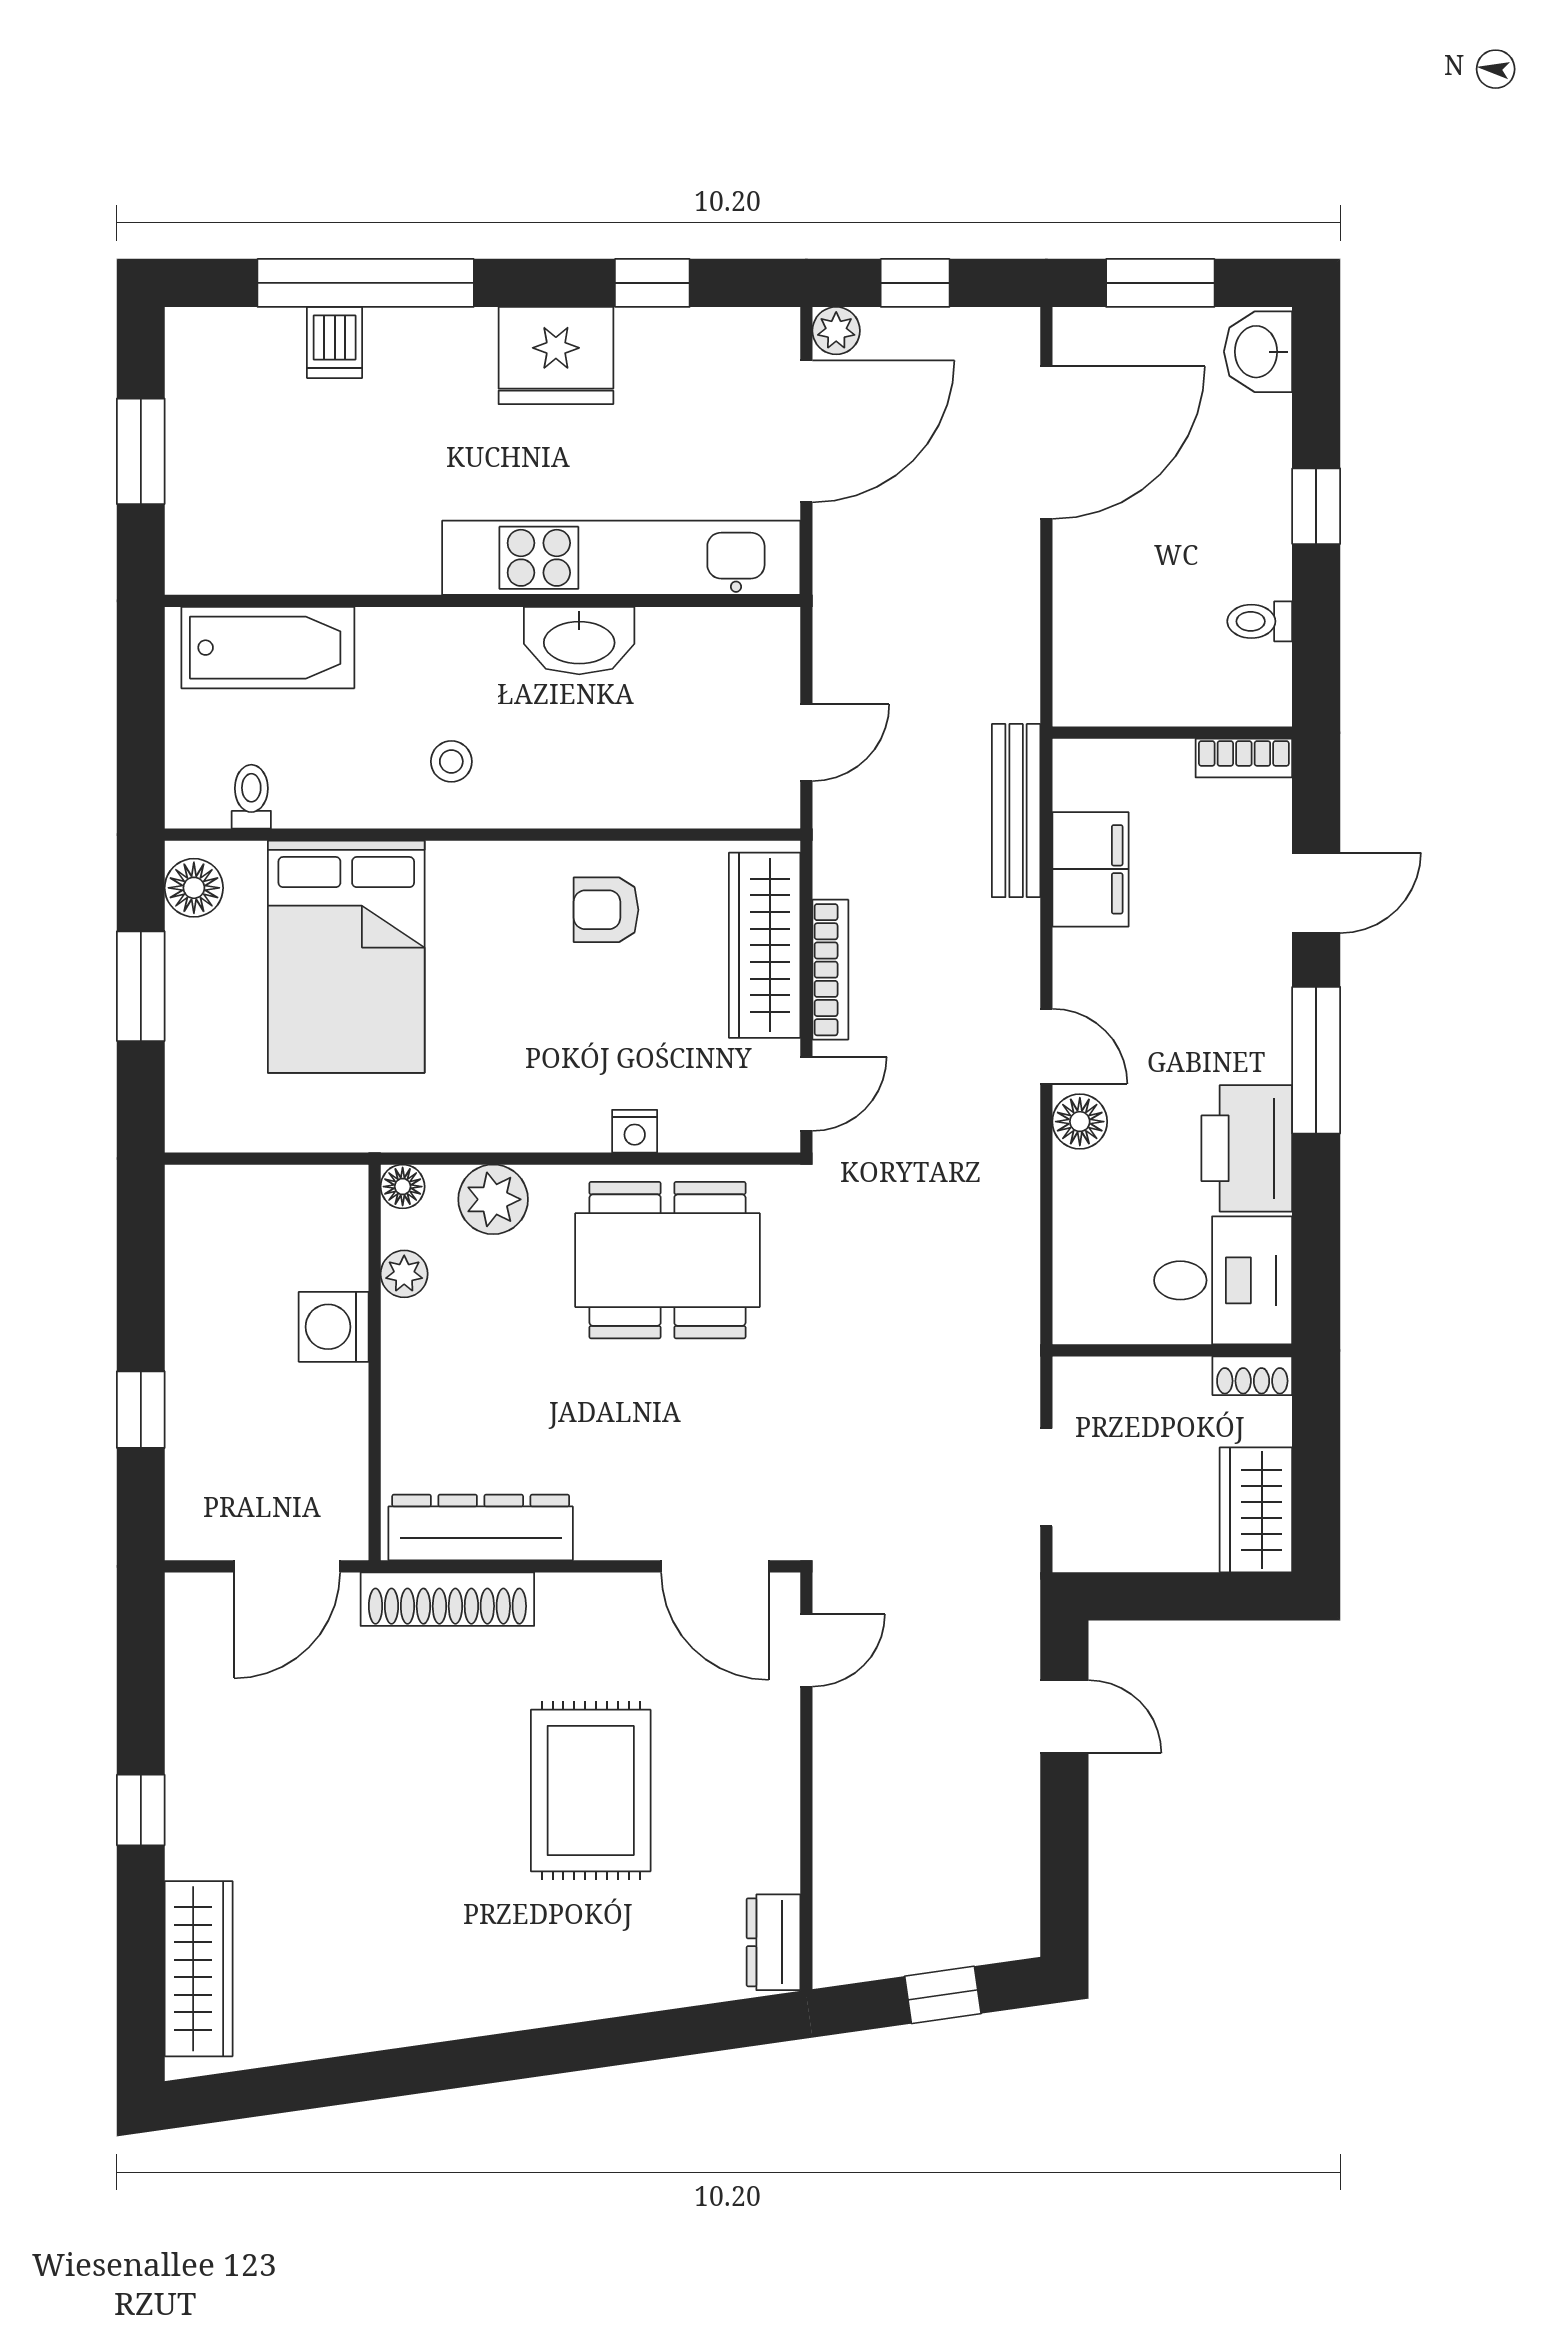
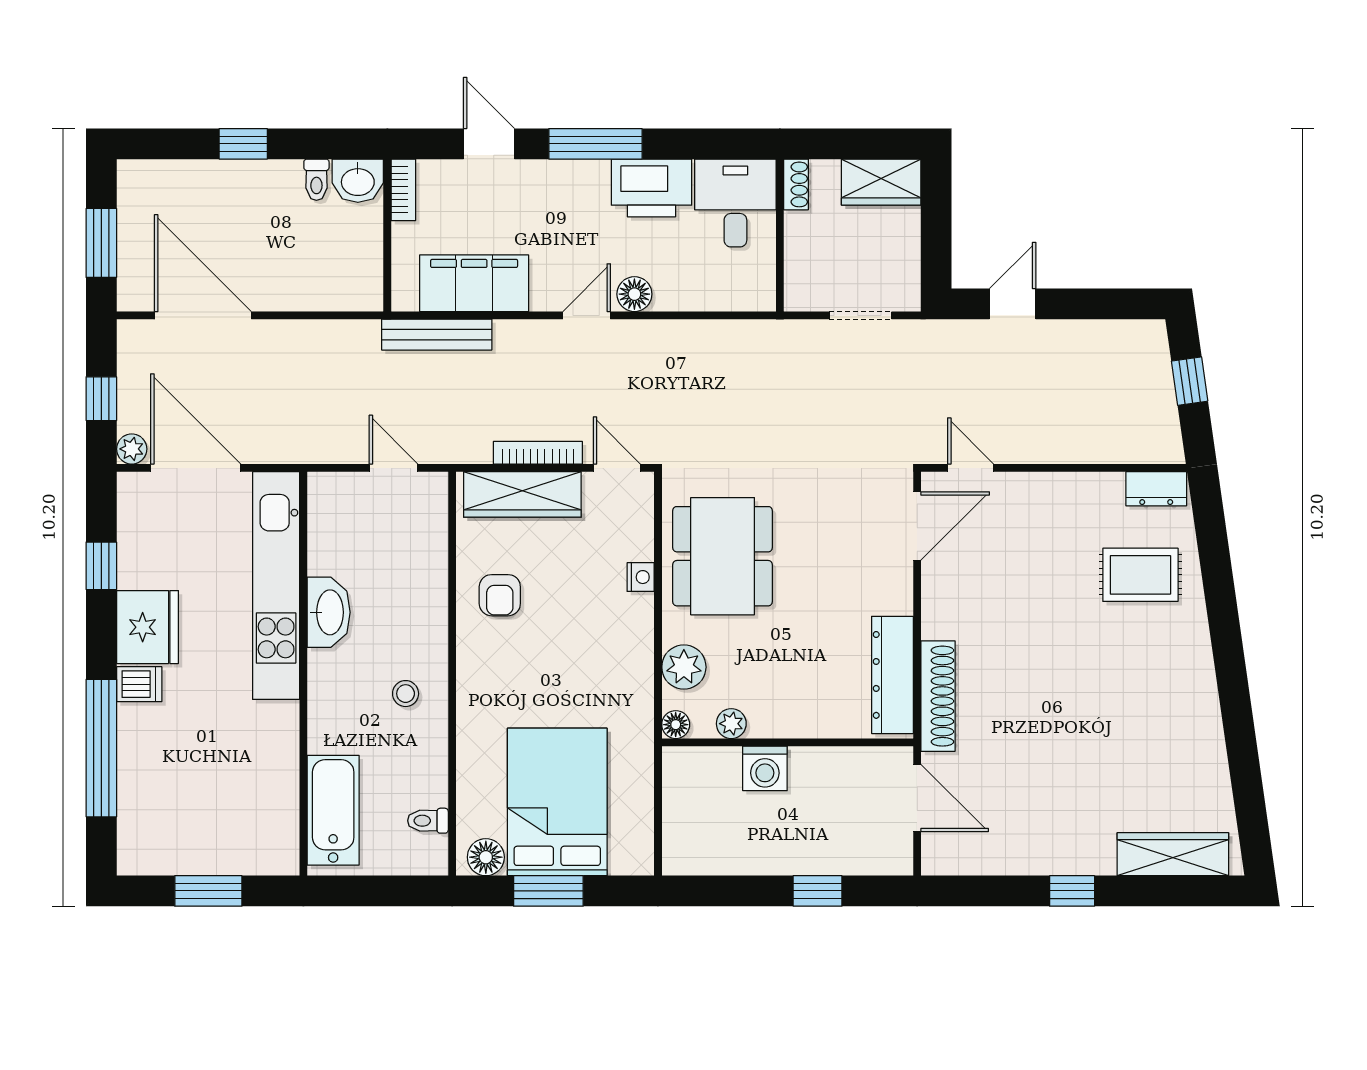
dishwasher: (335, 342) -> (139, 684), moved
washbasin: (1258, 352) -> (358, 181), moved
filing cabinet: (1090, 869) -> (474, 283), width x1.50, depth x1.17
bed: (346, 957) -> (557, 802), moved, turned -90
rug: (591, 1791) -> (1140, 575), moved, width x0.73, depth x0.70

